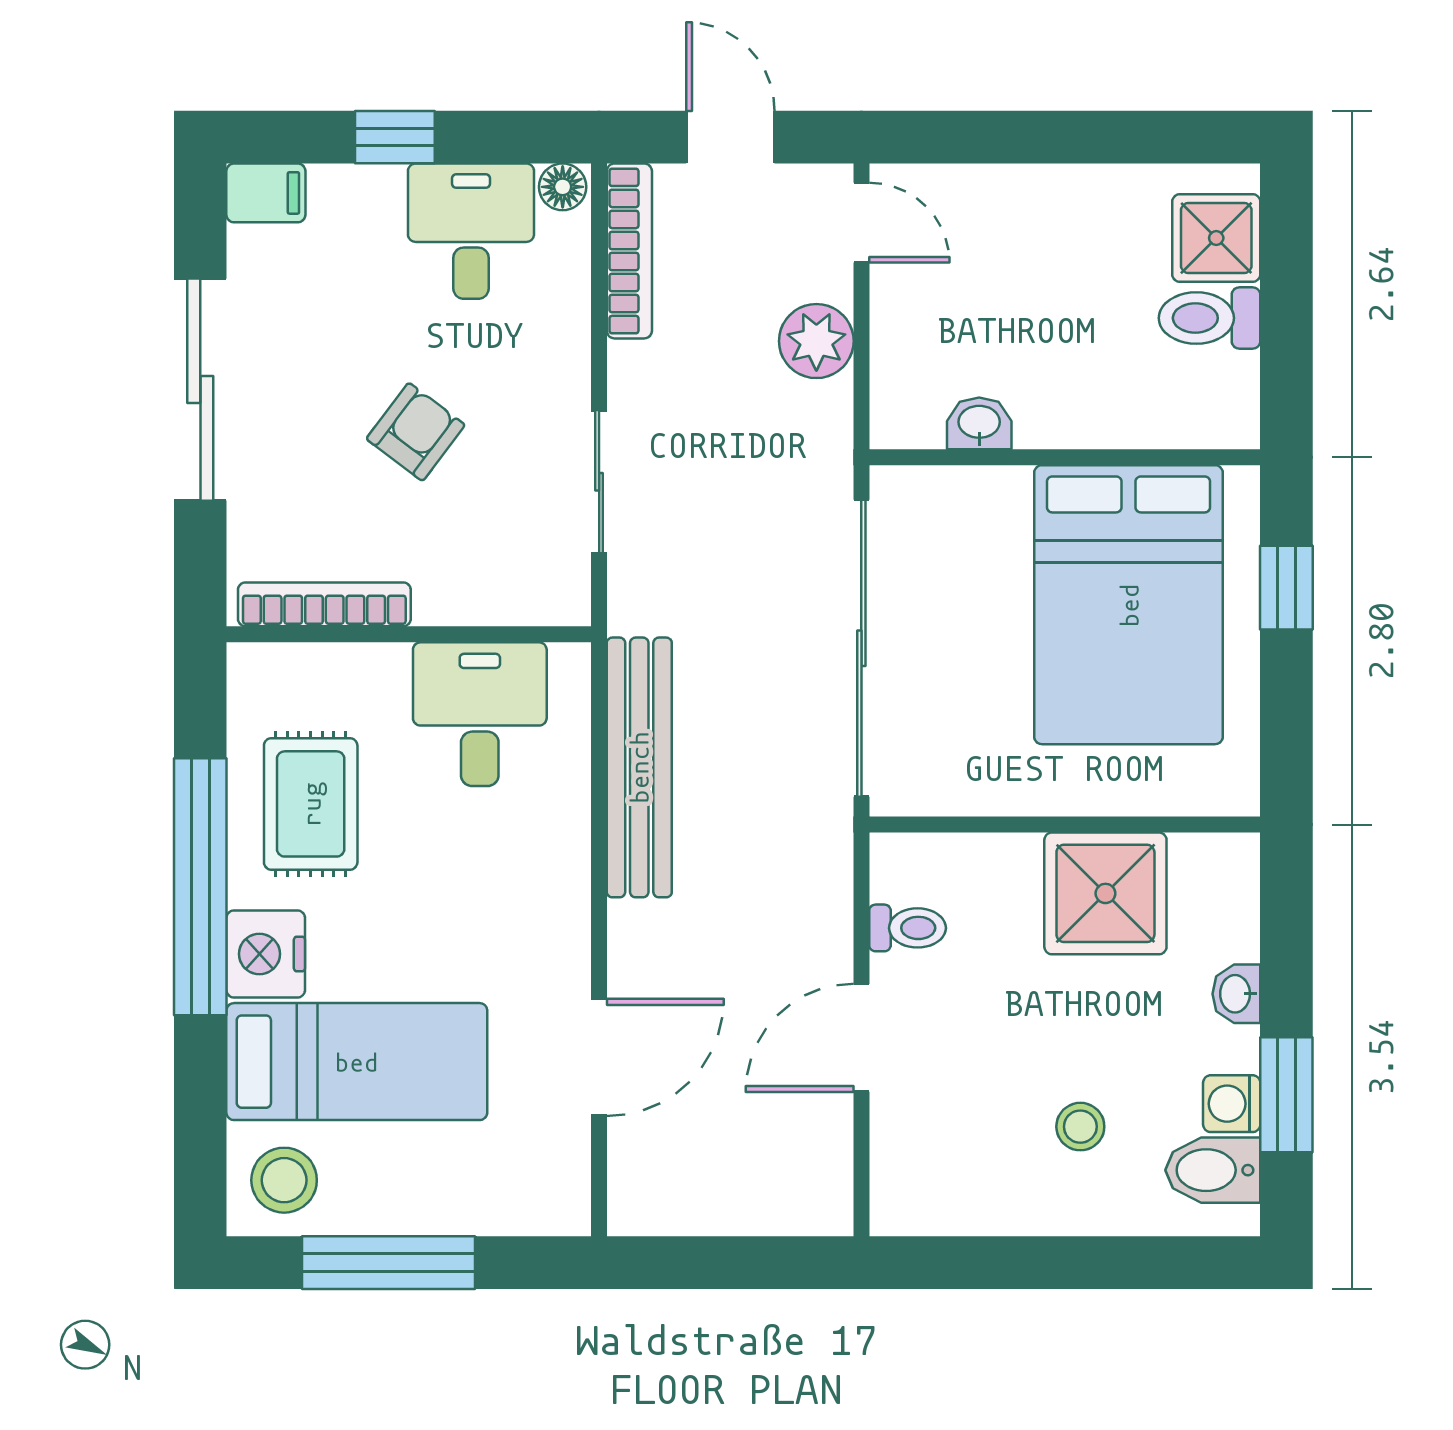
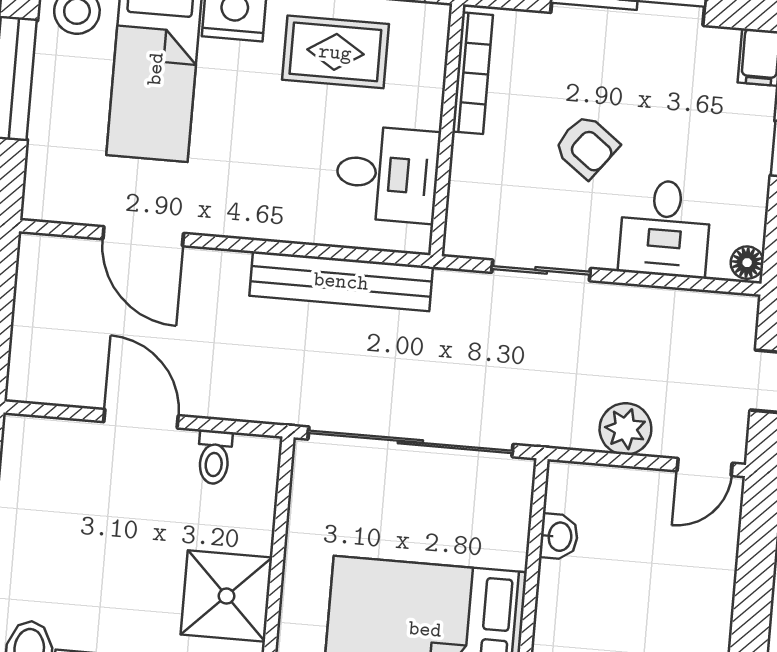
desk: (471, 231) -> (665, 228), moved, turned 90
bookcase: (629, 251) -> (699, 305), removed
stool: (1080, 1127) -> (67, 565), removed

